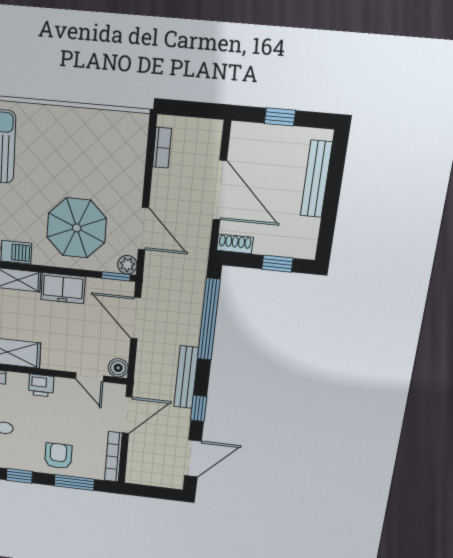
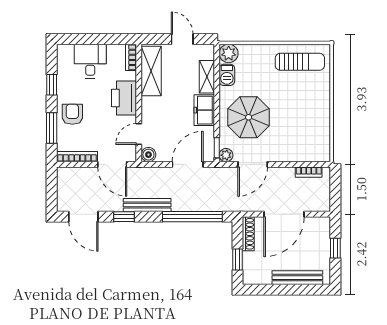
shoe rack: (235, 244) -> (248, 234), width x1.43
printer: (41, 385) -> (124, 98), width x1.87, depth x1.48
armchair: (58, 456) -> (72, 114), turned -90

